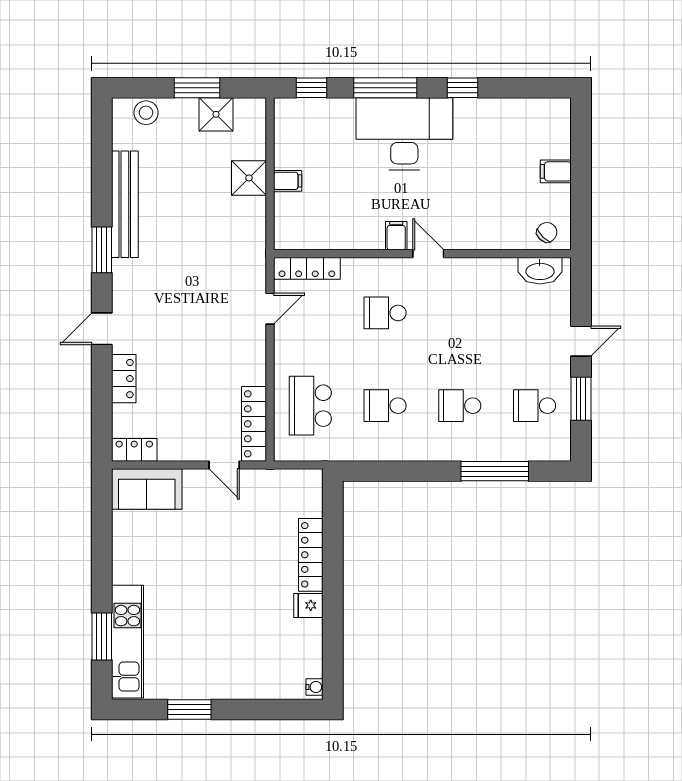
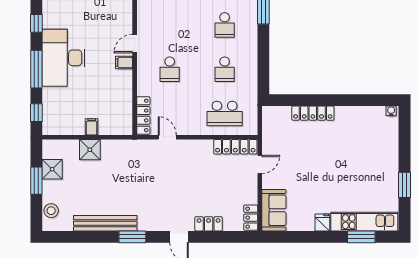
fridge: (308, 605) -> (322, 223), moved, turned 180

